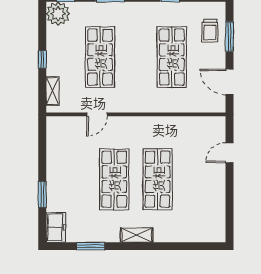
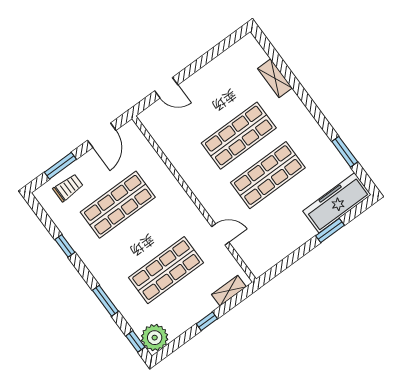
freezer: (56, 227) -> (337, 203), width x1.91, depth x1.26
shelving: (137, 235) -> (275, 78), moved

